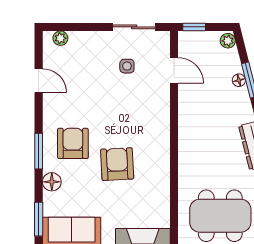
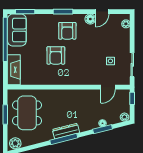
armchair: (73, 143) -> (67, 31), turned 90
armchair: (117, 164) -> (56, 55), turned 93
floor lamp: (52, 182) -> (90, 19), moved

